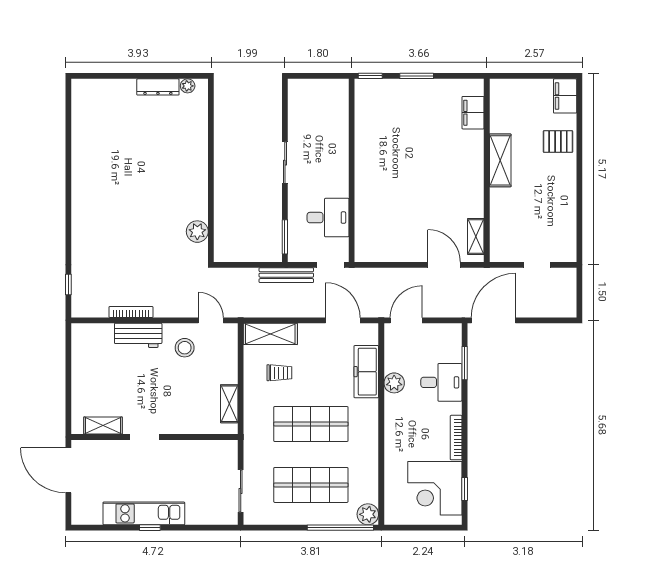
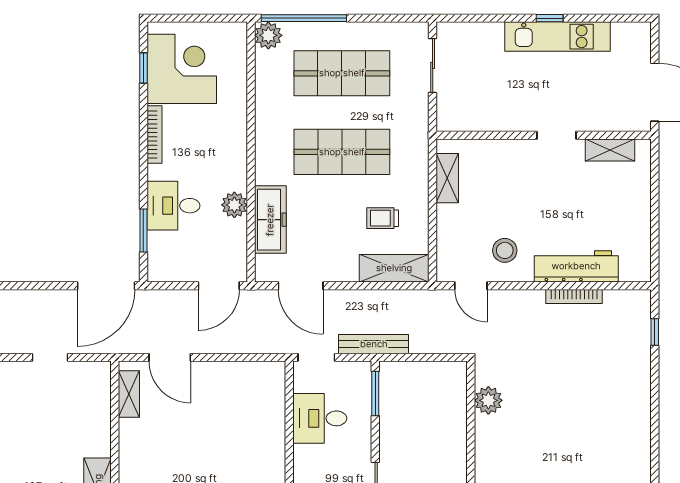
workbench: (138, 335) -> (576, 266), width x1.38

